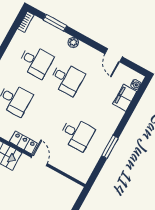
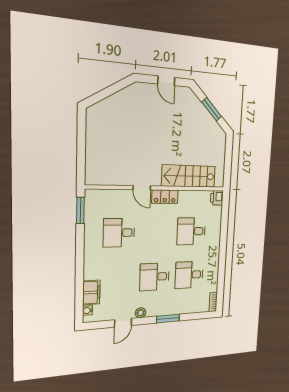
window: (55, 23) -> (168, 319), moved
plant: (73, 42) -> (141, 313), moved
door: (114, 55) -> (123, 323), swing flipped
window: (110, 147) -> (80, 210), moved

